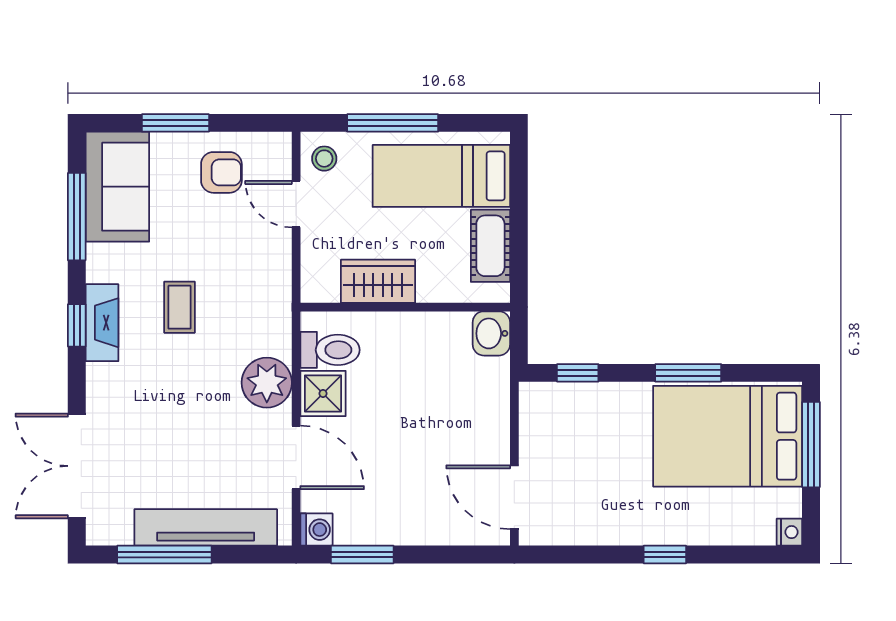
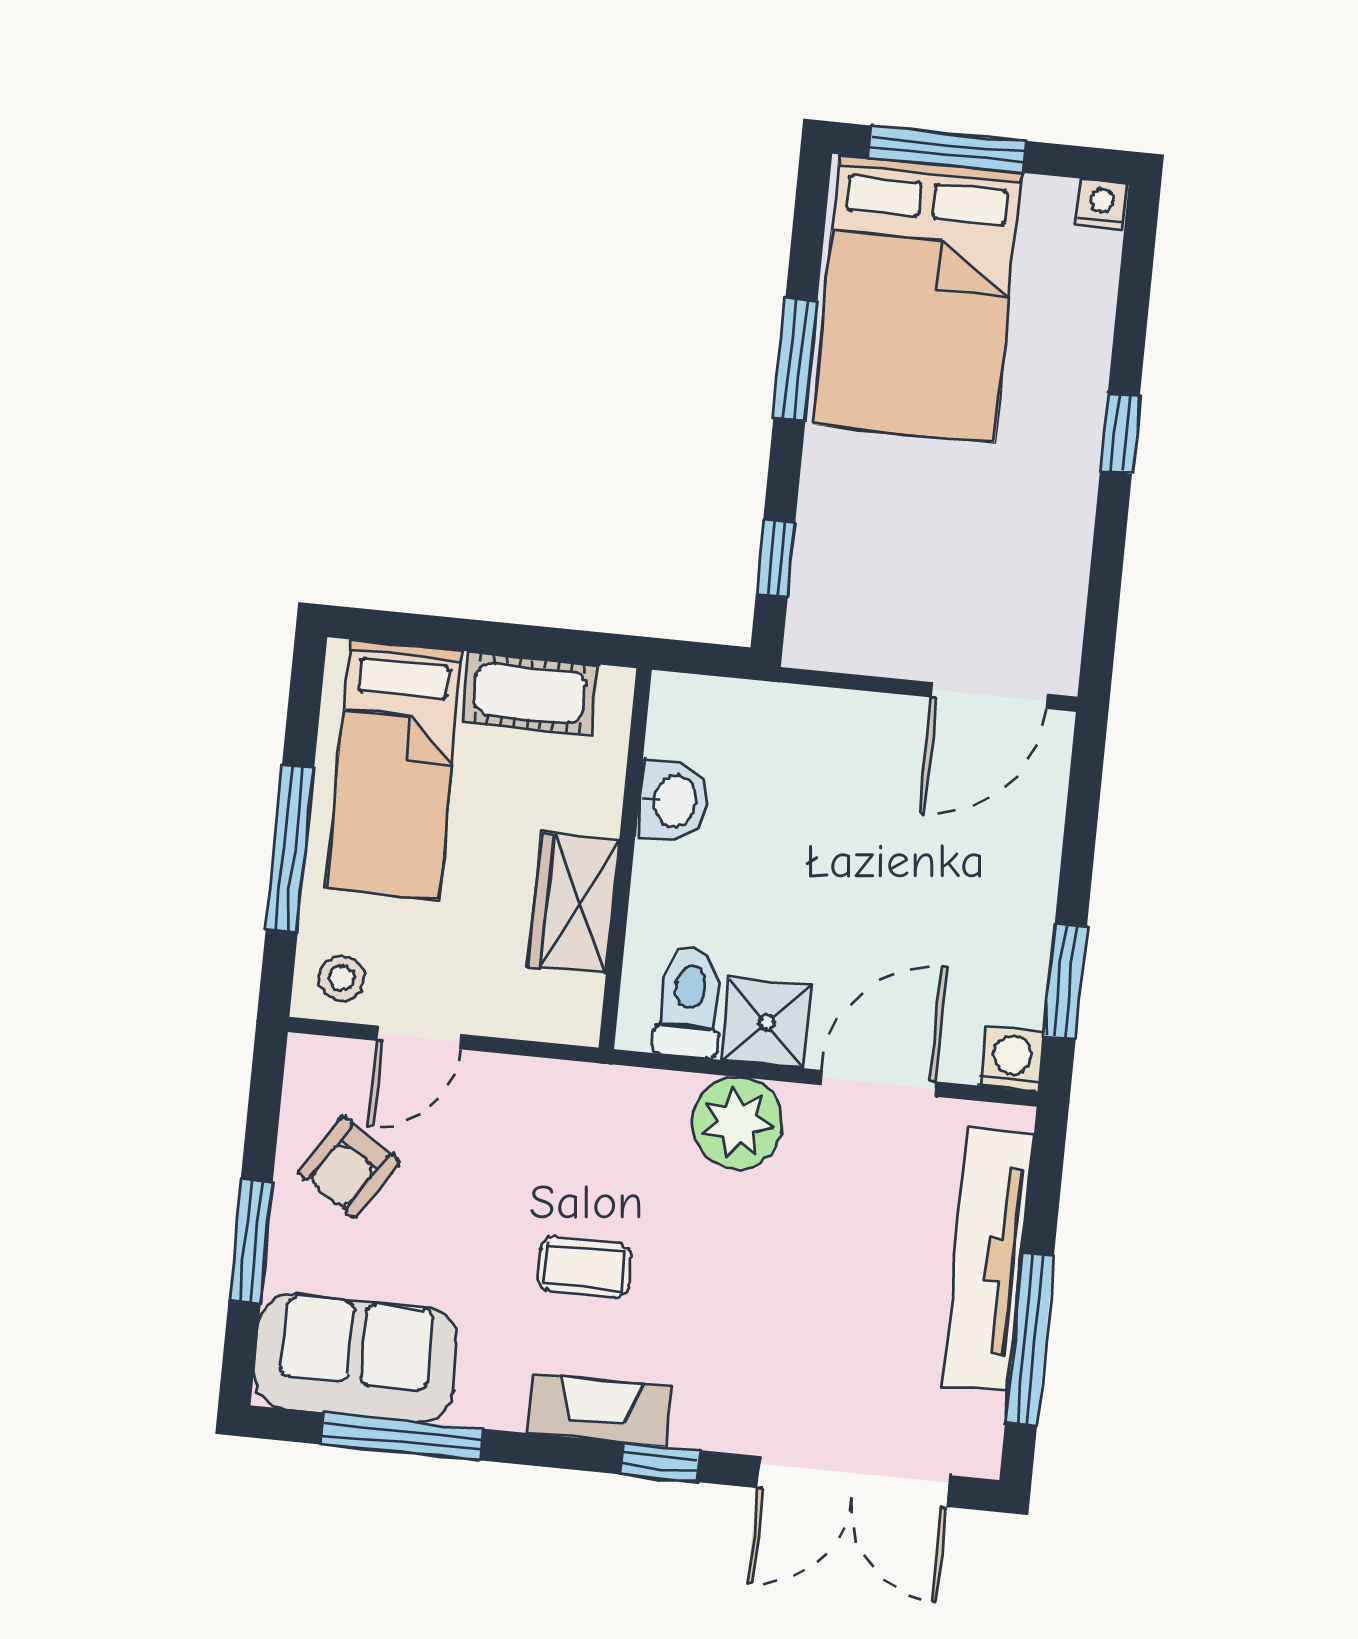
armchair: (221, 172) -> (348, 1167), turned -147
window: (77, 325) -> (660, 1462), moved
washbasin: (491, 333) -> (673, 801), moved, turned -90

